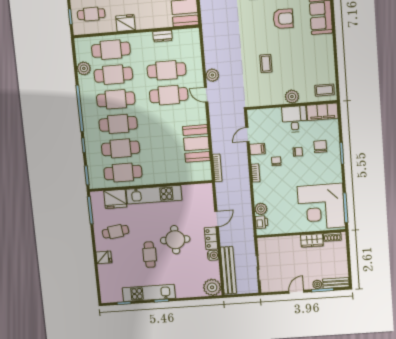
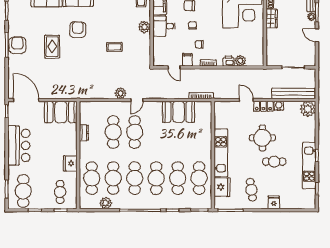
printer: (262, 222) -> (229, 61), moved

